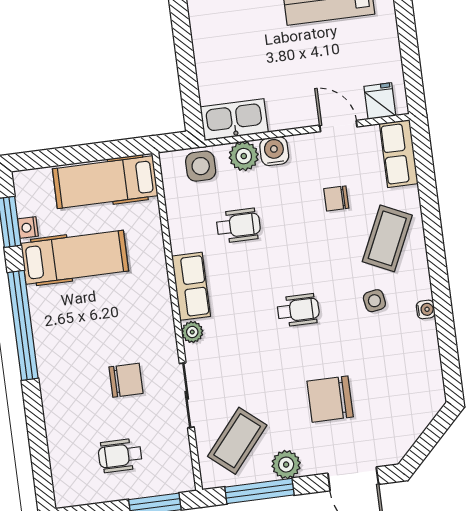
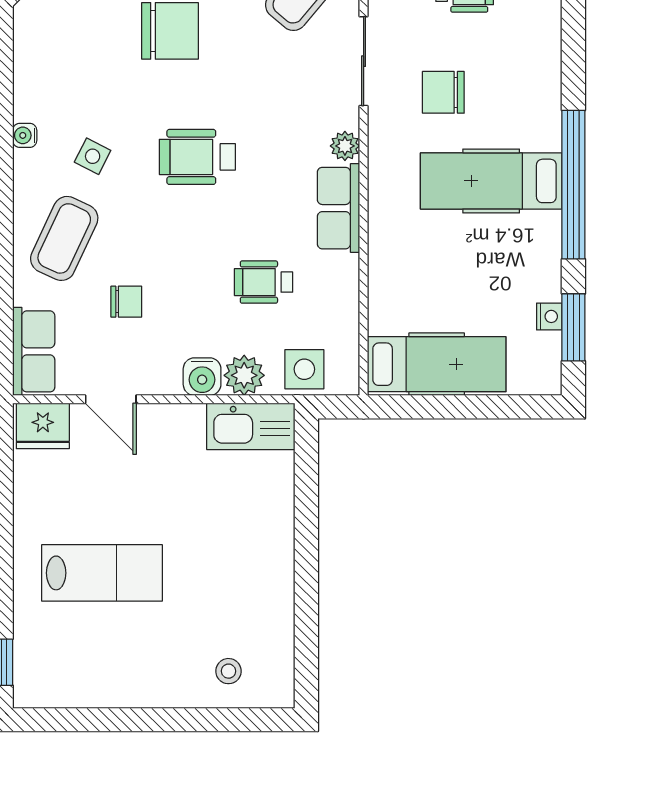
fridge: (380, 101) -> (43, 426), width x1.38
hospital bed: (75, 257) -> (491, 181), moved
side table: (374, 301) -> (93, 156), turned 37
wheelchair: (298, 310) -> (197, 157), width x1.36, depth x1.37

